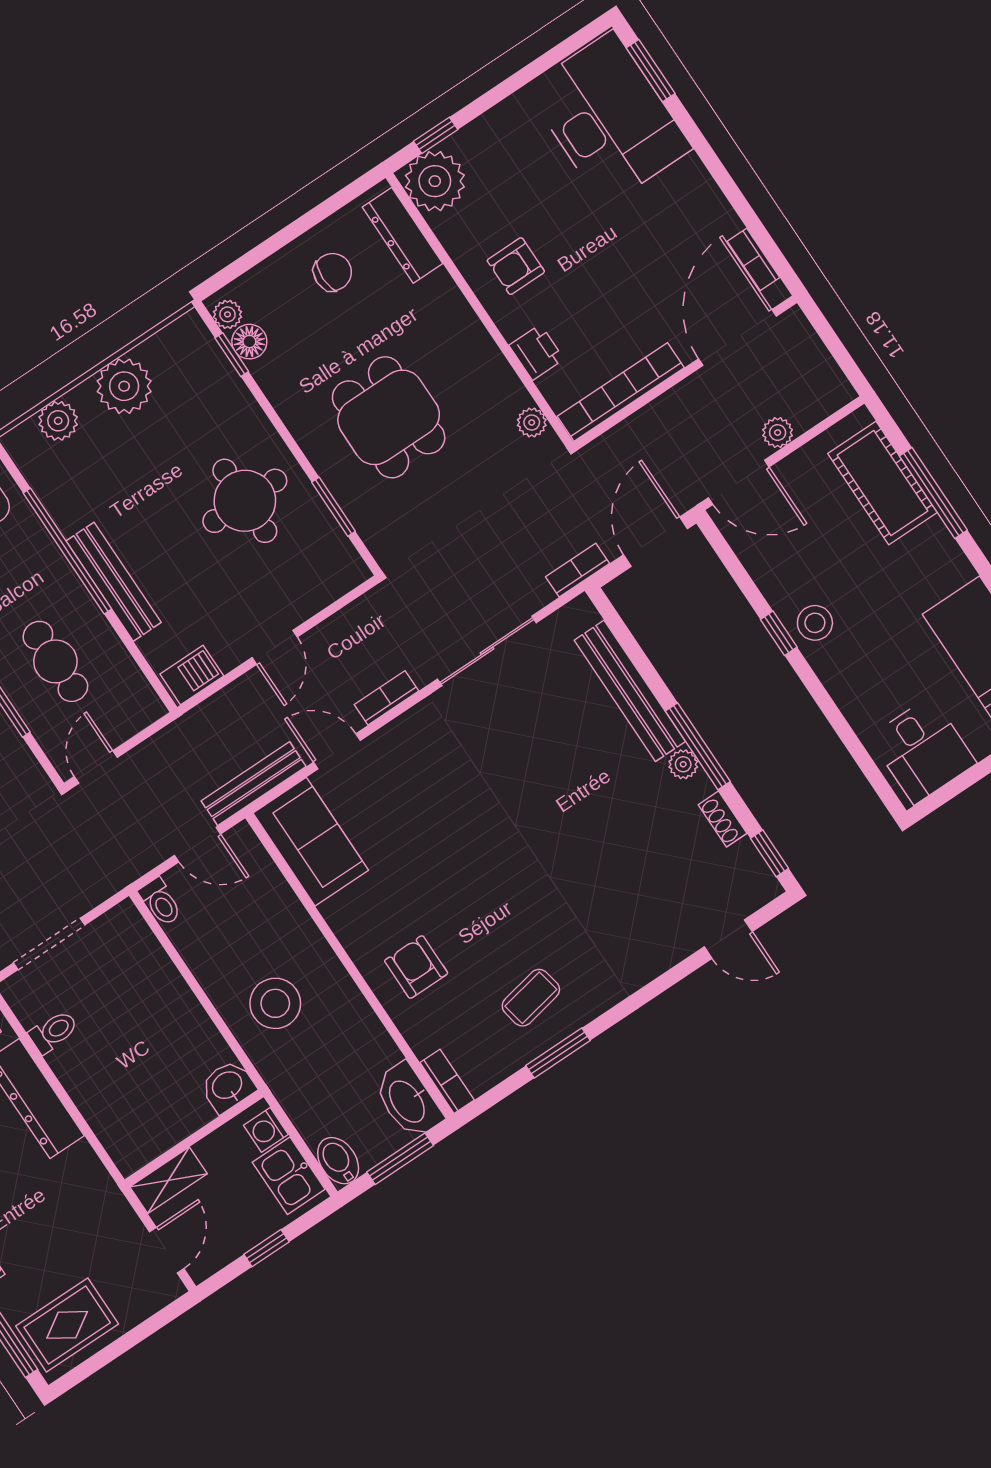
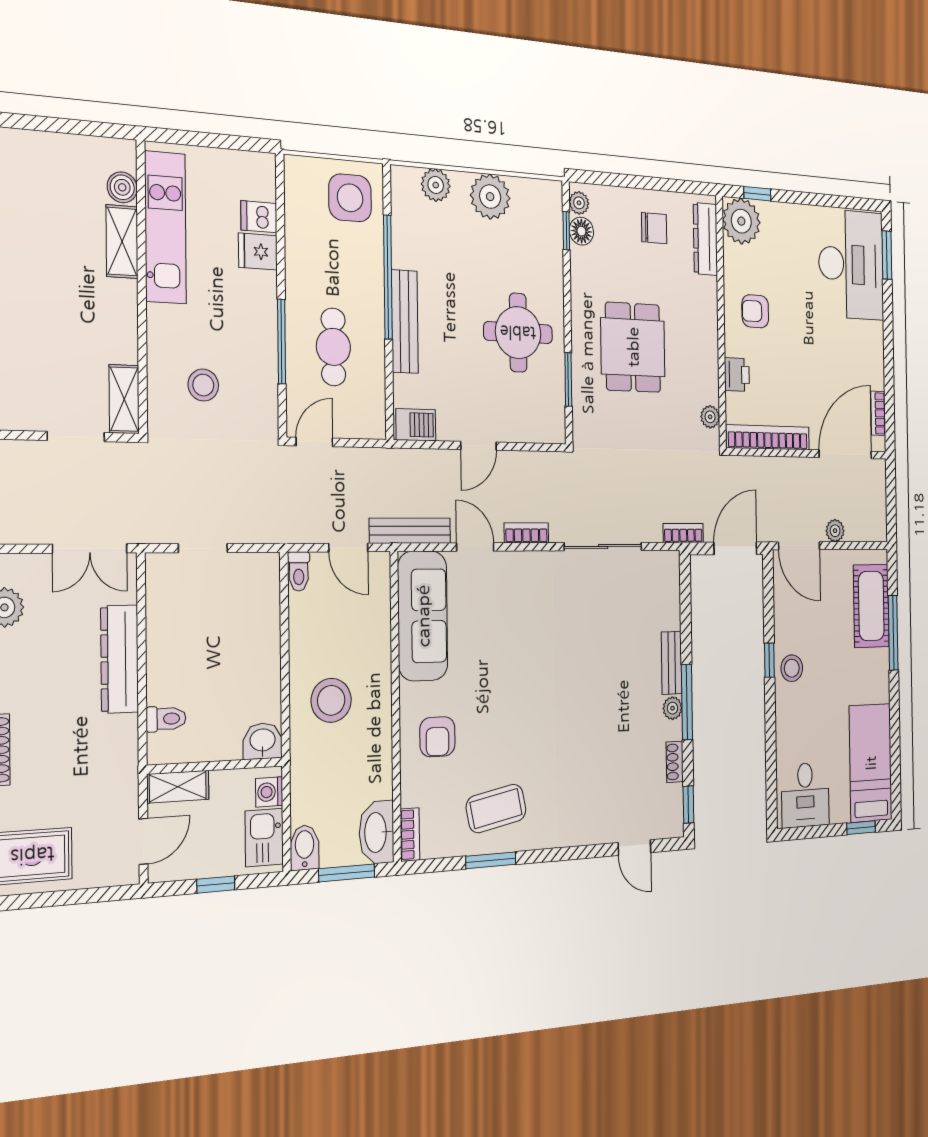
bench: (630, 691) -> (672, 663), width x0.54, depth x0.82
sofa: (311, 842) -> (423, 616), width x1.36
doorway: (49, 944) -> (203, 548), width x0.73
armchair: (416, 967) -> (437, 737), turned 180
coffee table: (531, 998) -> (496, 809), width x1.36, depth x1.30
toilet: (53, 1032) -> (166, 719), moved

